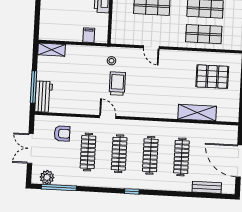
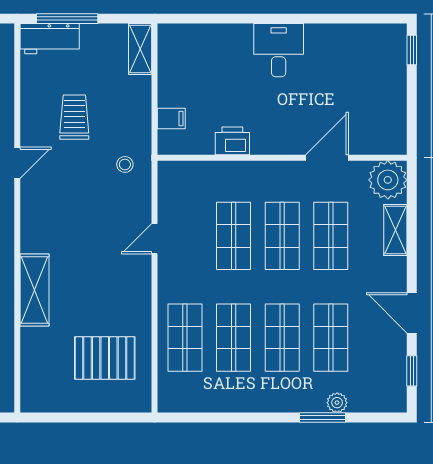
pallet: (212, 77) -> (105, 358), turned 90
trolley: (117, 84) -> (74, 117), moved, turned -90
shelving: (197, 113) -> (35, 290), moved

